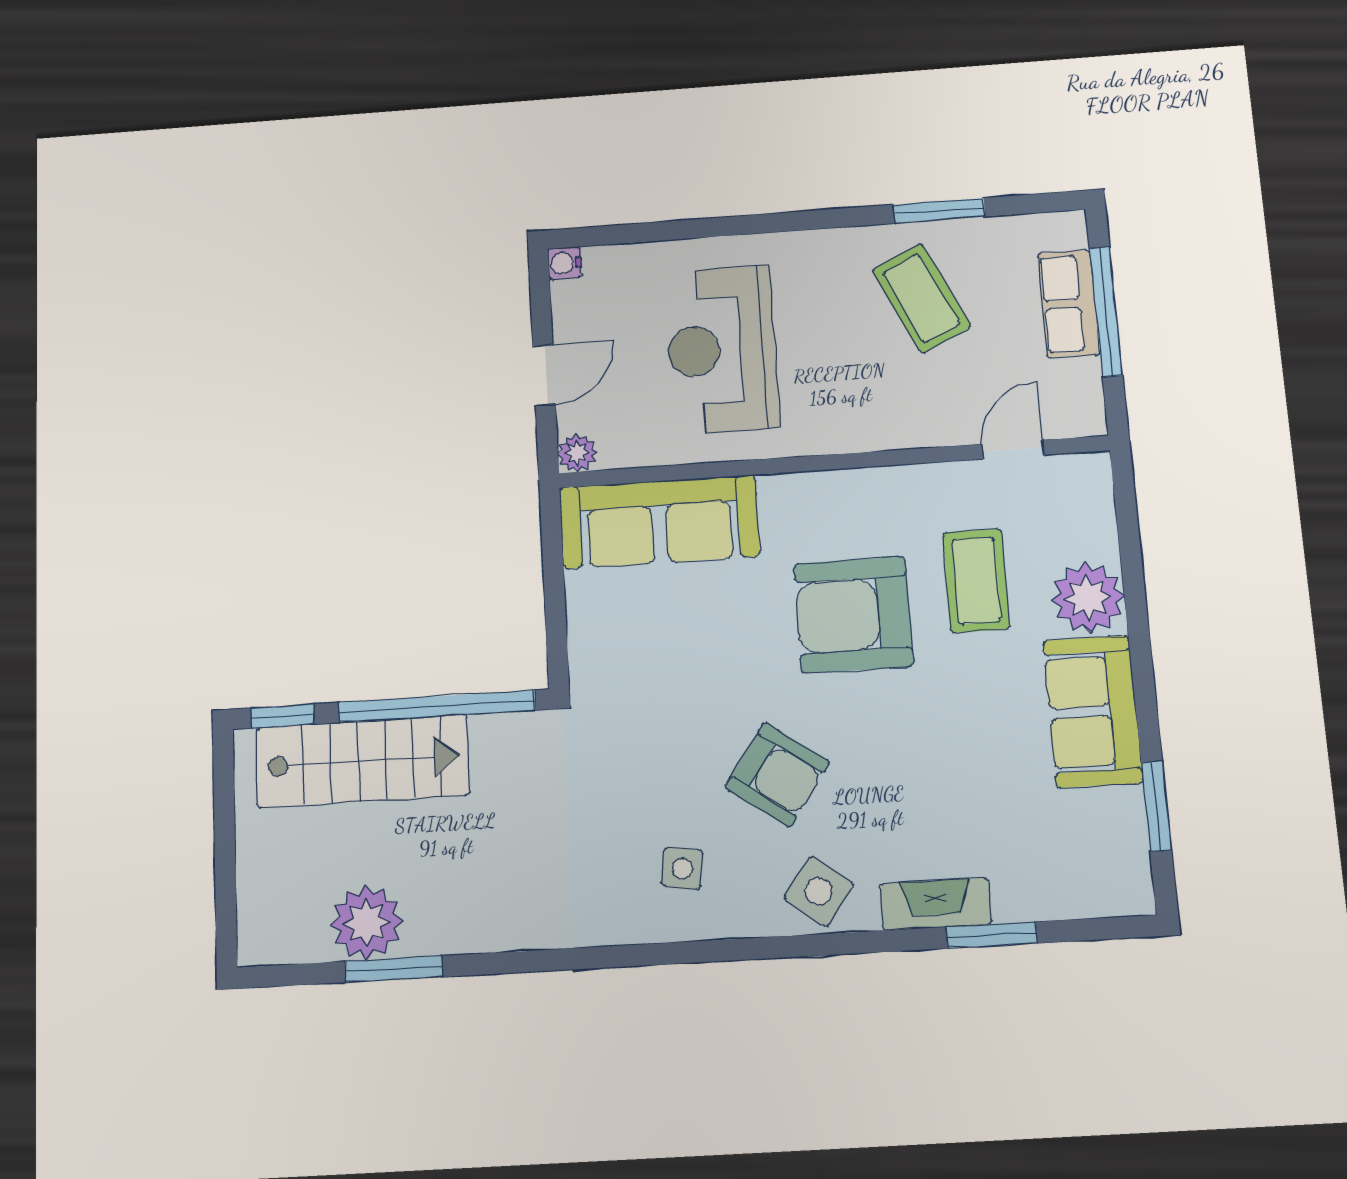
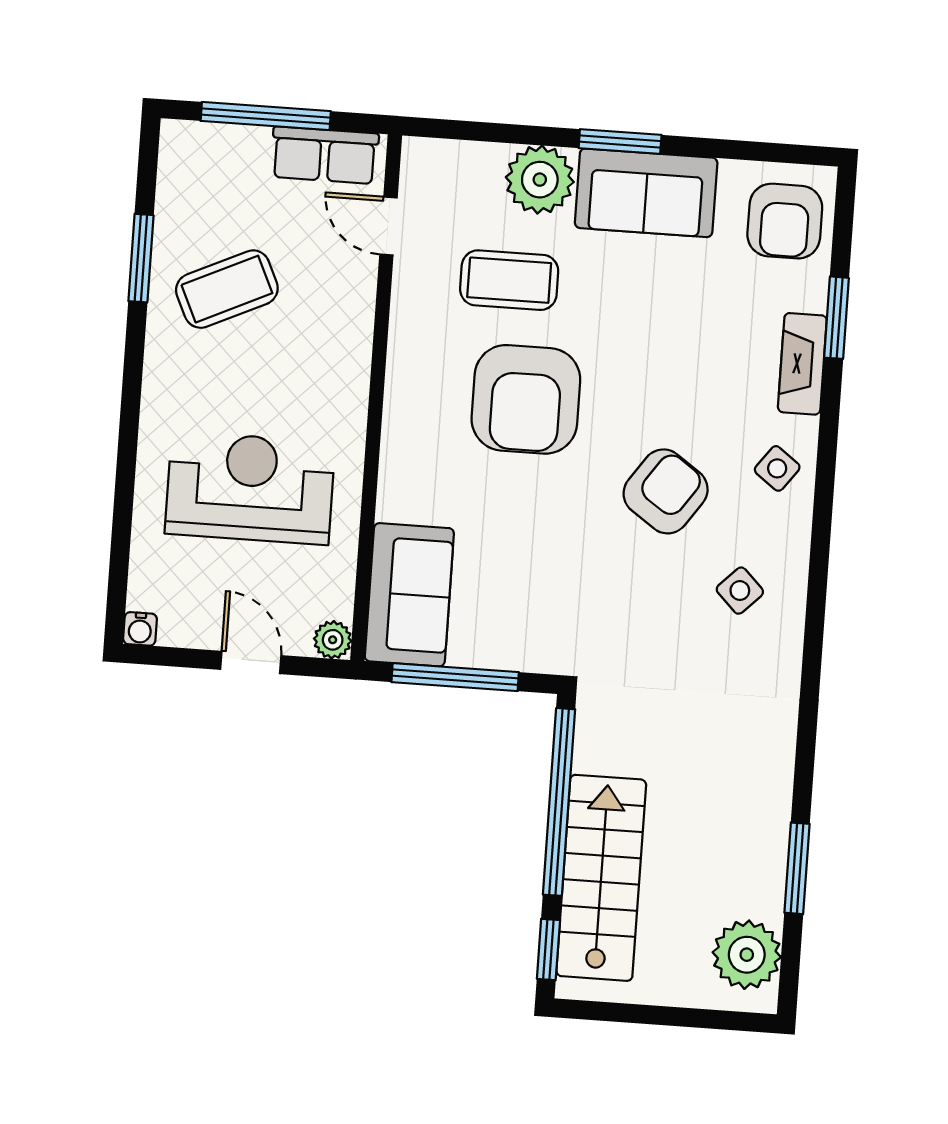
row of seats: (1069, 304) -> (325, 155), moved
reception desk: (722, 350) -> (250, 488), turned 180
sofa: (659, 522) -> (409, 595), width x0.73
window: (554, 582) -> (455, 677), added
window: (1156, 806) -> (620, 141), moved
armchair: (1088, 865) -> (785, 221), added
side table: (682, 868) -> (740, 591), turned 37
side table: (819, 891) -> (777, 468), width x0.73, depth x0.73
plant: (367, 923) -> (747, 955), moved

